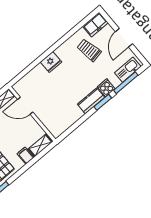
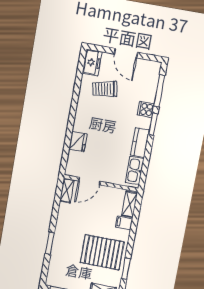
fridge: (51, 62) -> (78, 142), moved
kitchen sink: (128, 70) -> (135, 170), moved
kitchen counter: (91, 101) -> (140, 143), moved

